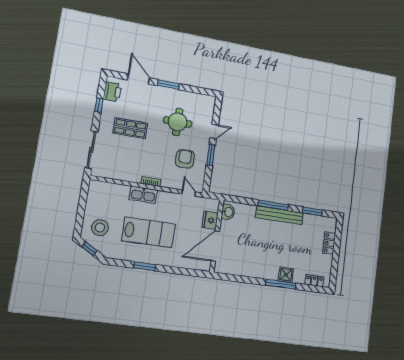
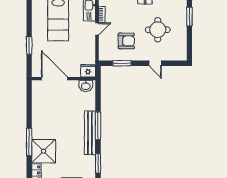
window: (211, 155) -> (122, 63), moved
door: (189, 193) -> (97, 29), moved
fridge: (210, 220) -> (88, 71), moved
window: (144, 266) -> (29, 45), moved
shower: (286, 275) -> (44, 151), width x1.86, depth x1.86

